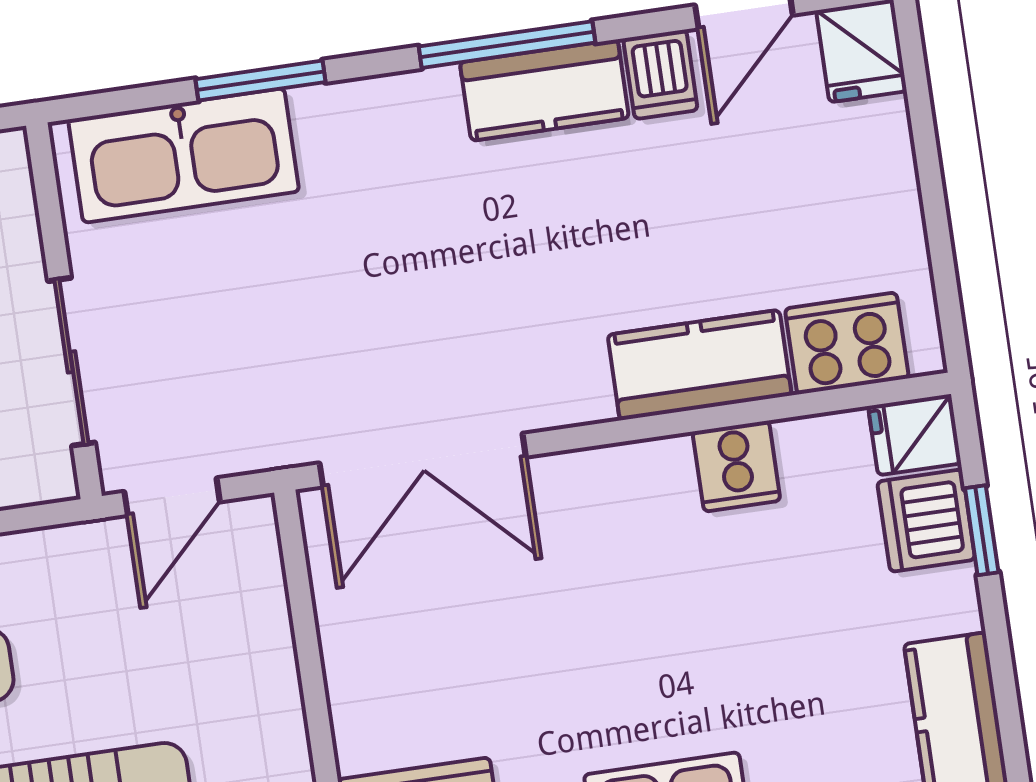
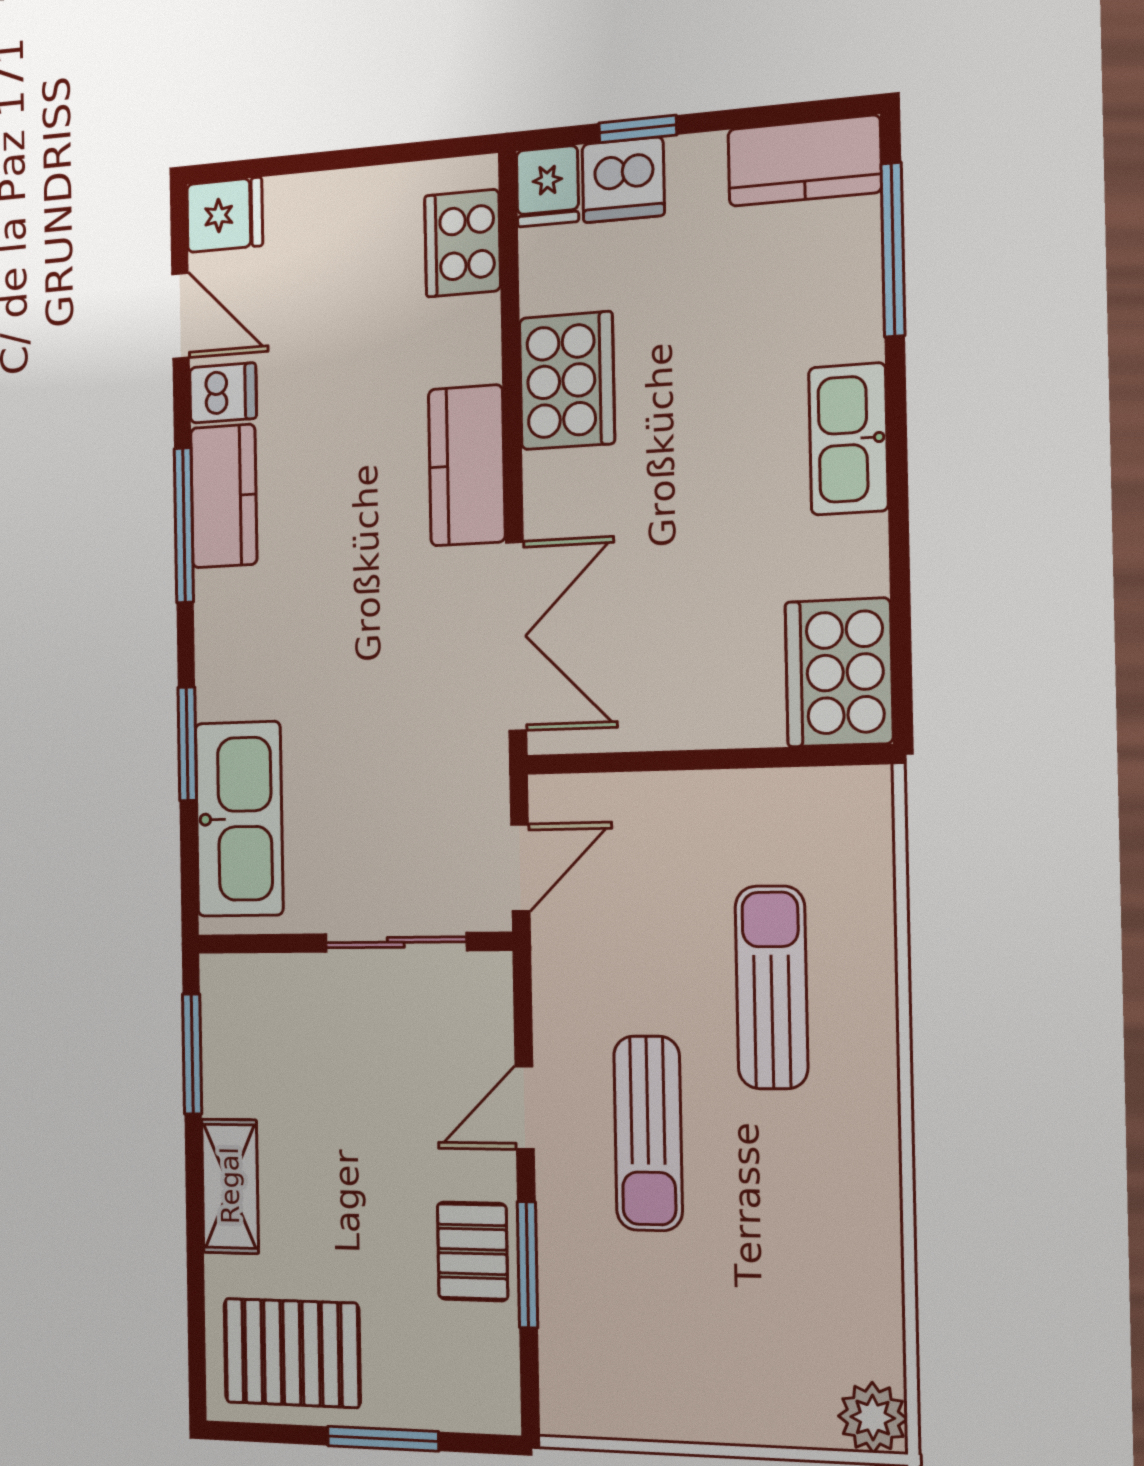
kitchen counter: (700, 365) -> (467, 465), moved
cooker: (736, 466) -> (567, 381), width x1.87, depth x1.31
door: (172, 497) -> (520, 868), hinge flipped

